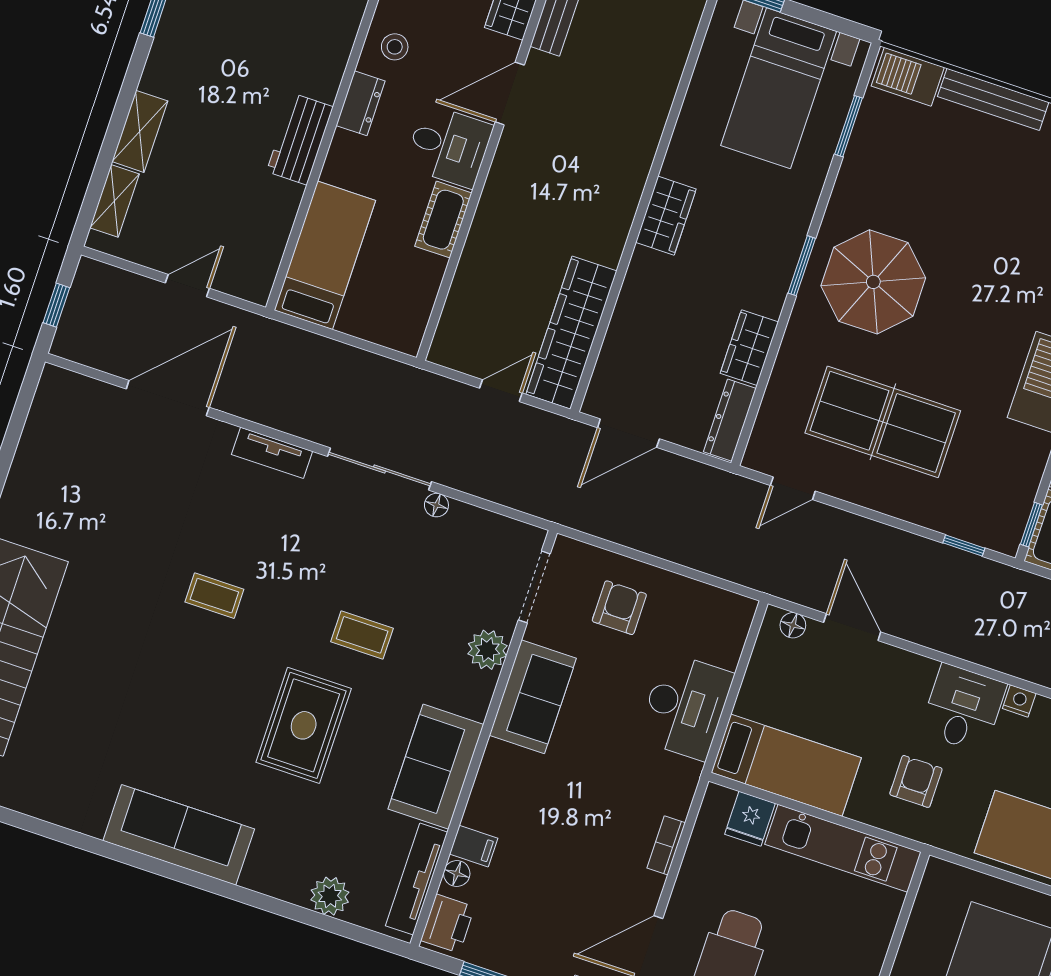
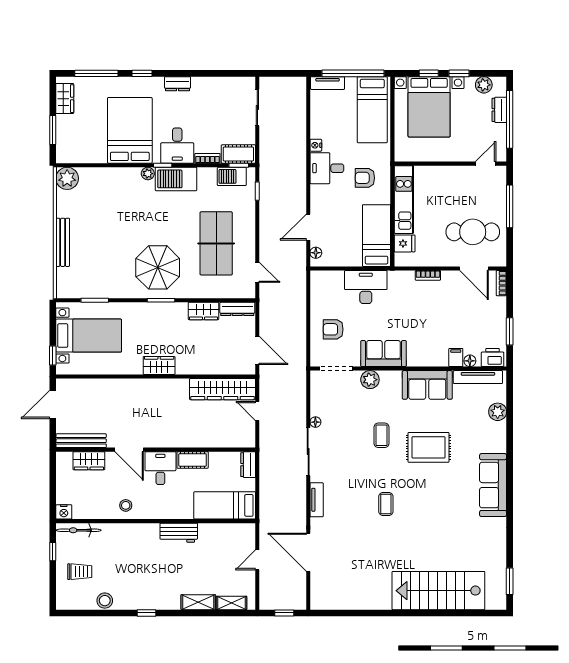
barbecue: (908, 77) -> (232, 176), moved, turned 90
dresser: (361, 103) -> (248, 465), moved, turned -90
door: (187, 286) -> (257, 560), hinge flipped

